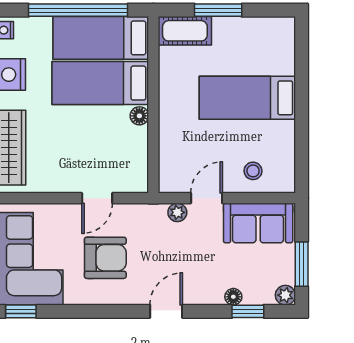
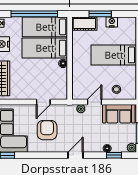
nightstand: (243, 27) -> (112, 22), added
armchair: (105, 258) -> (47, 130), turned -90

